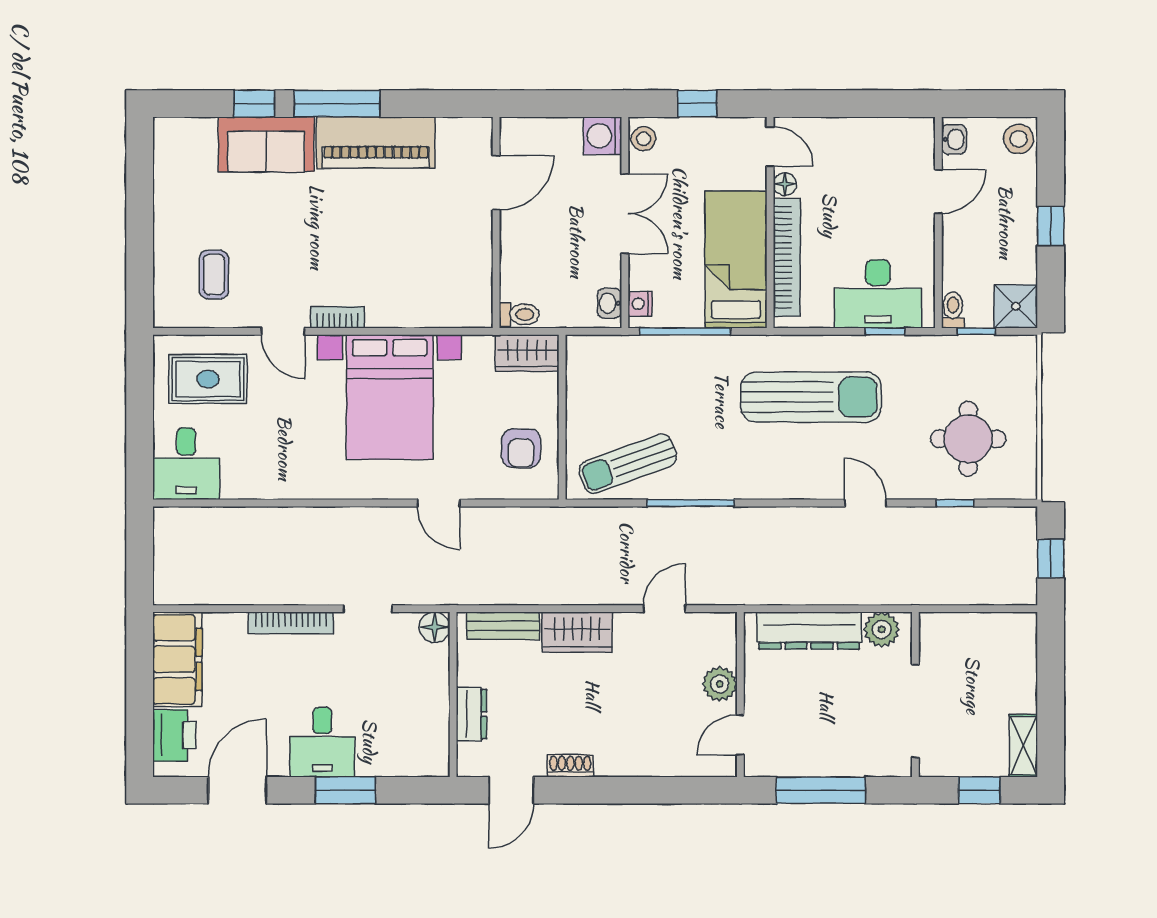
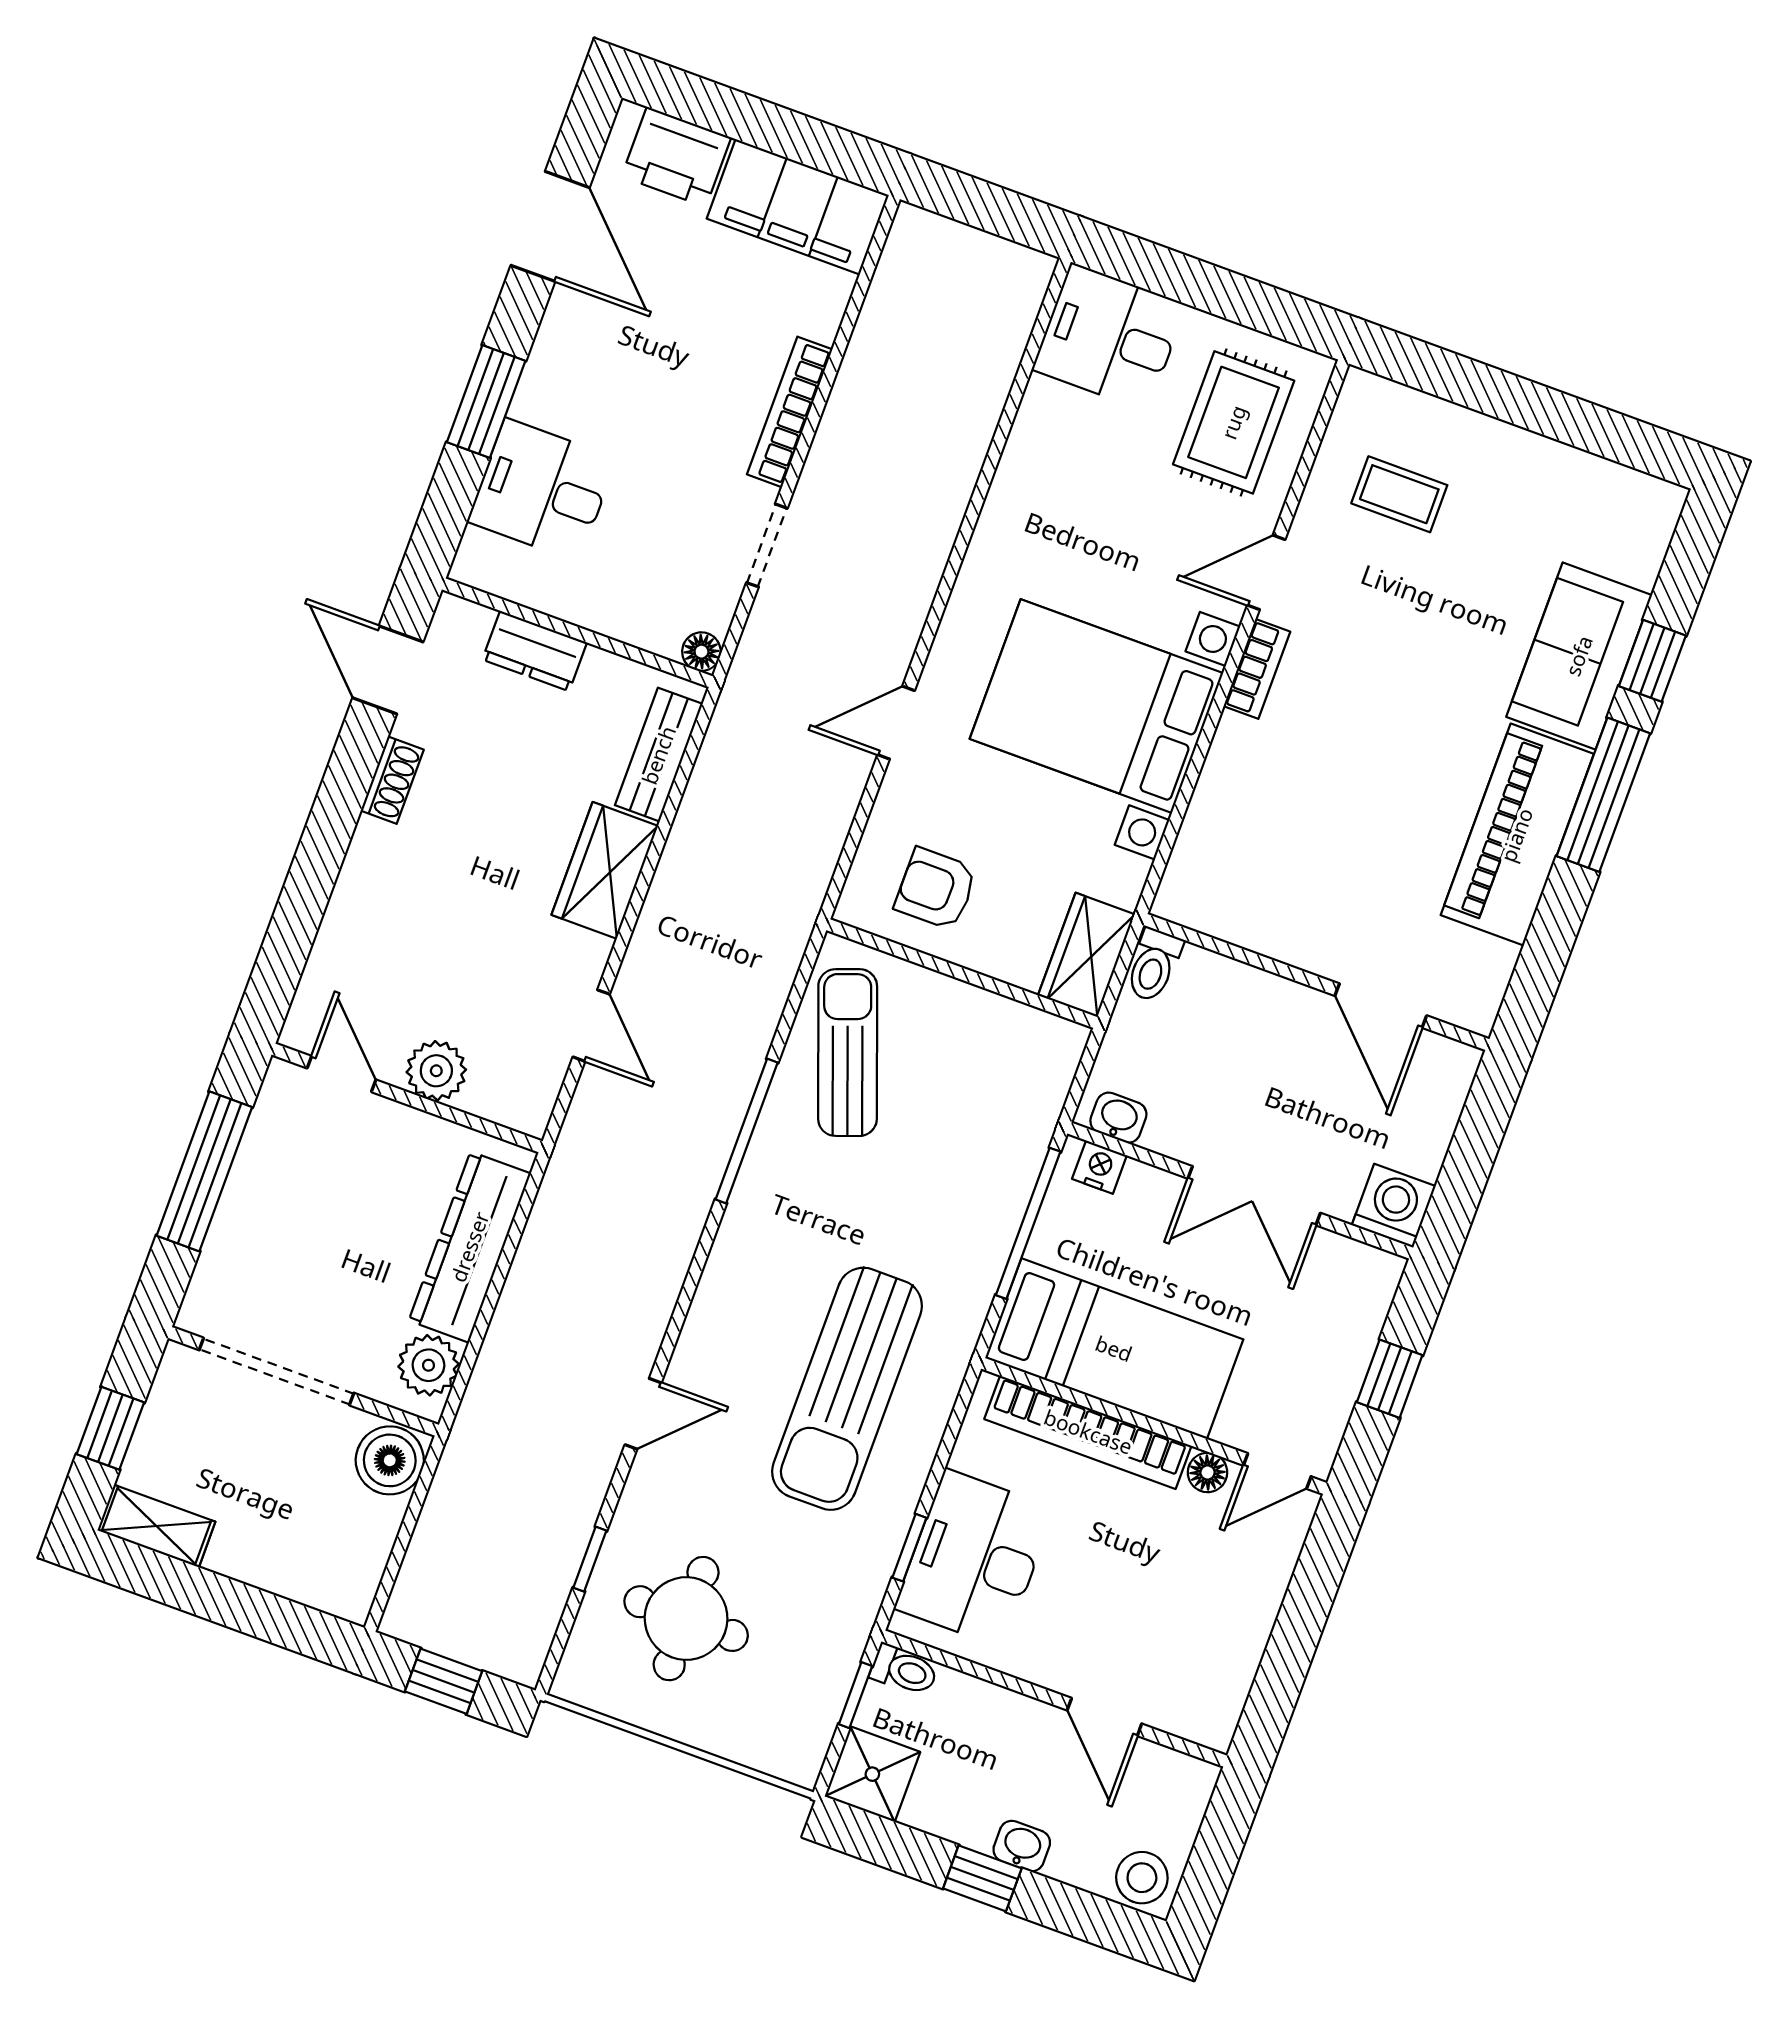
stool: (644, 139) -> (1365, 1271), removed
washbasin: (954, 139) -> (1022, 1846), moved, turned 180
floor lamp: (435, 627) -> (701, 652), width x0.73, depth x0.73
boiler: (941, 632) -> (390, 1460), added
desk: (322, 742) -> (542, 490), moved

